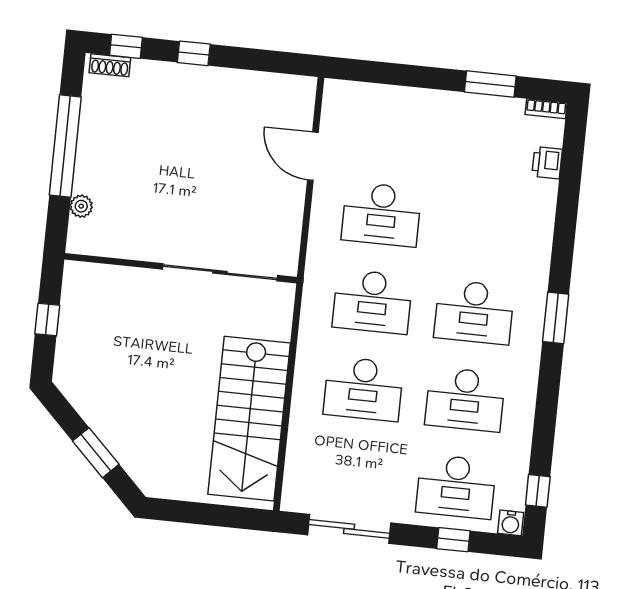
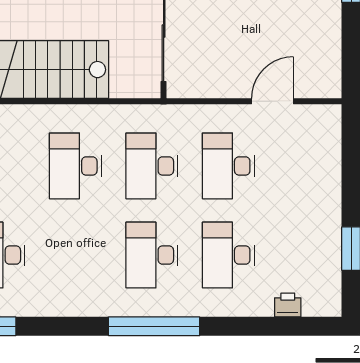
bookcase: (546, 109) -> (335, 299), removed
window: (556, 318) -> (154, 326), width x2.11
desk: (465, 399) -> (228, 255), moved

